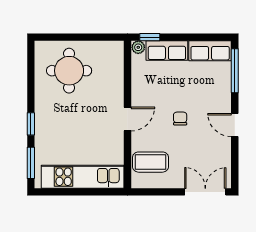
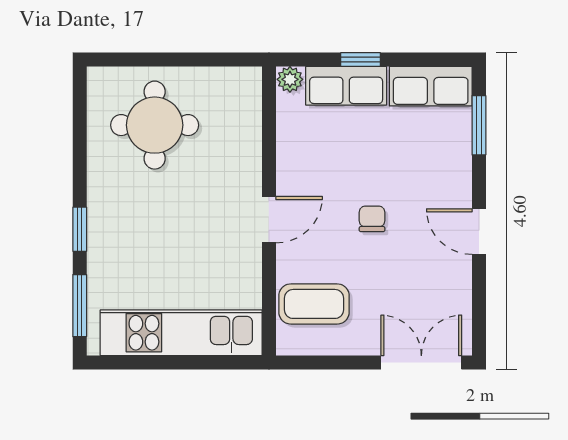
window: (150, 37) -> (361, 60), moved
window: (235, 71) -> (479, 125), width x0.69

